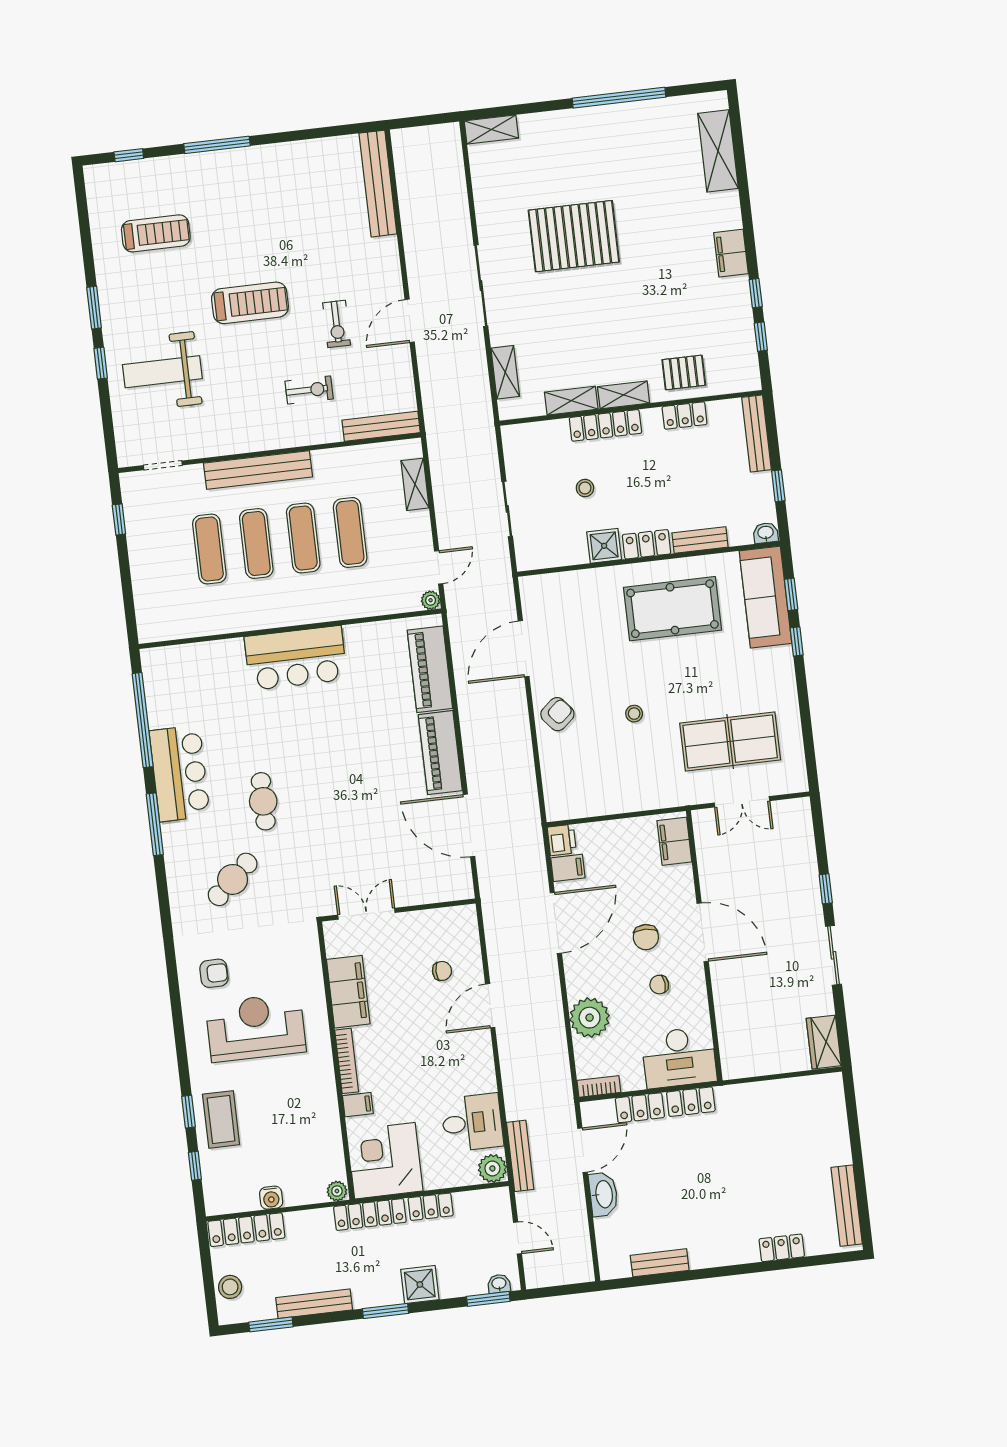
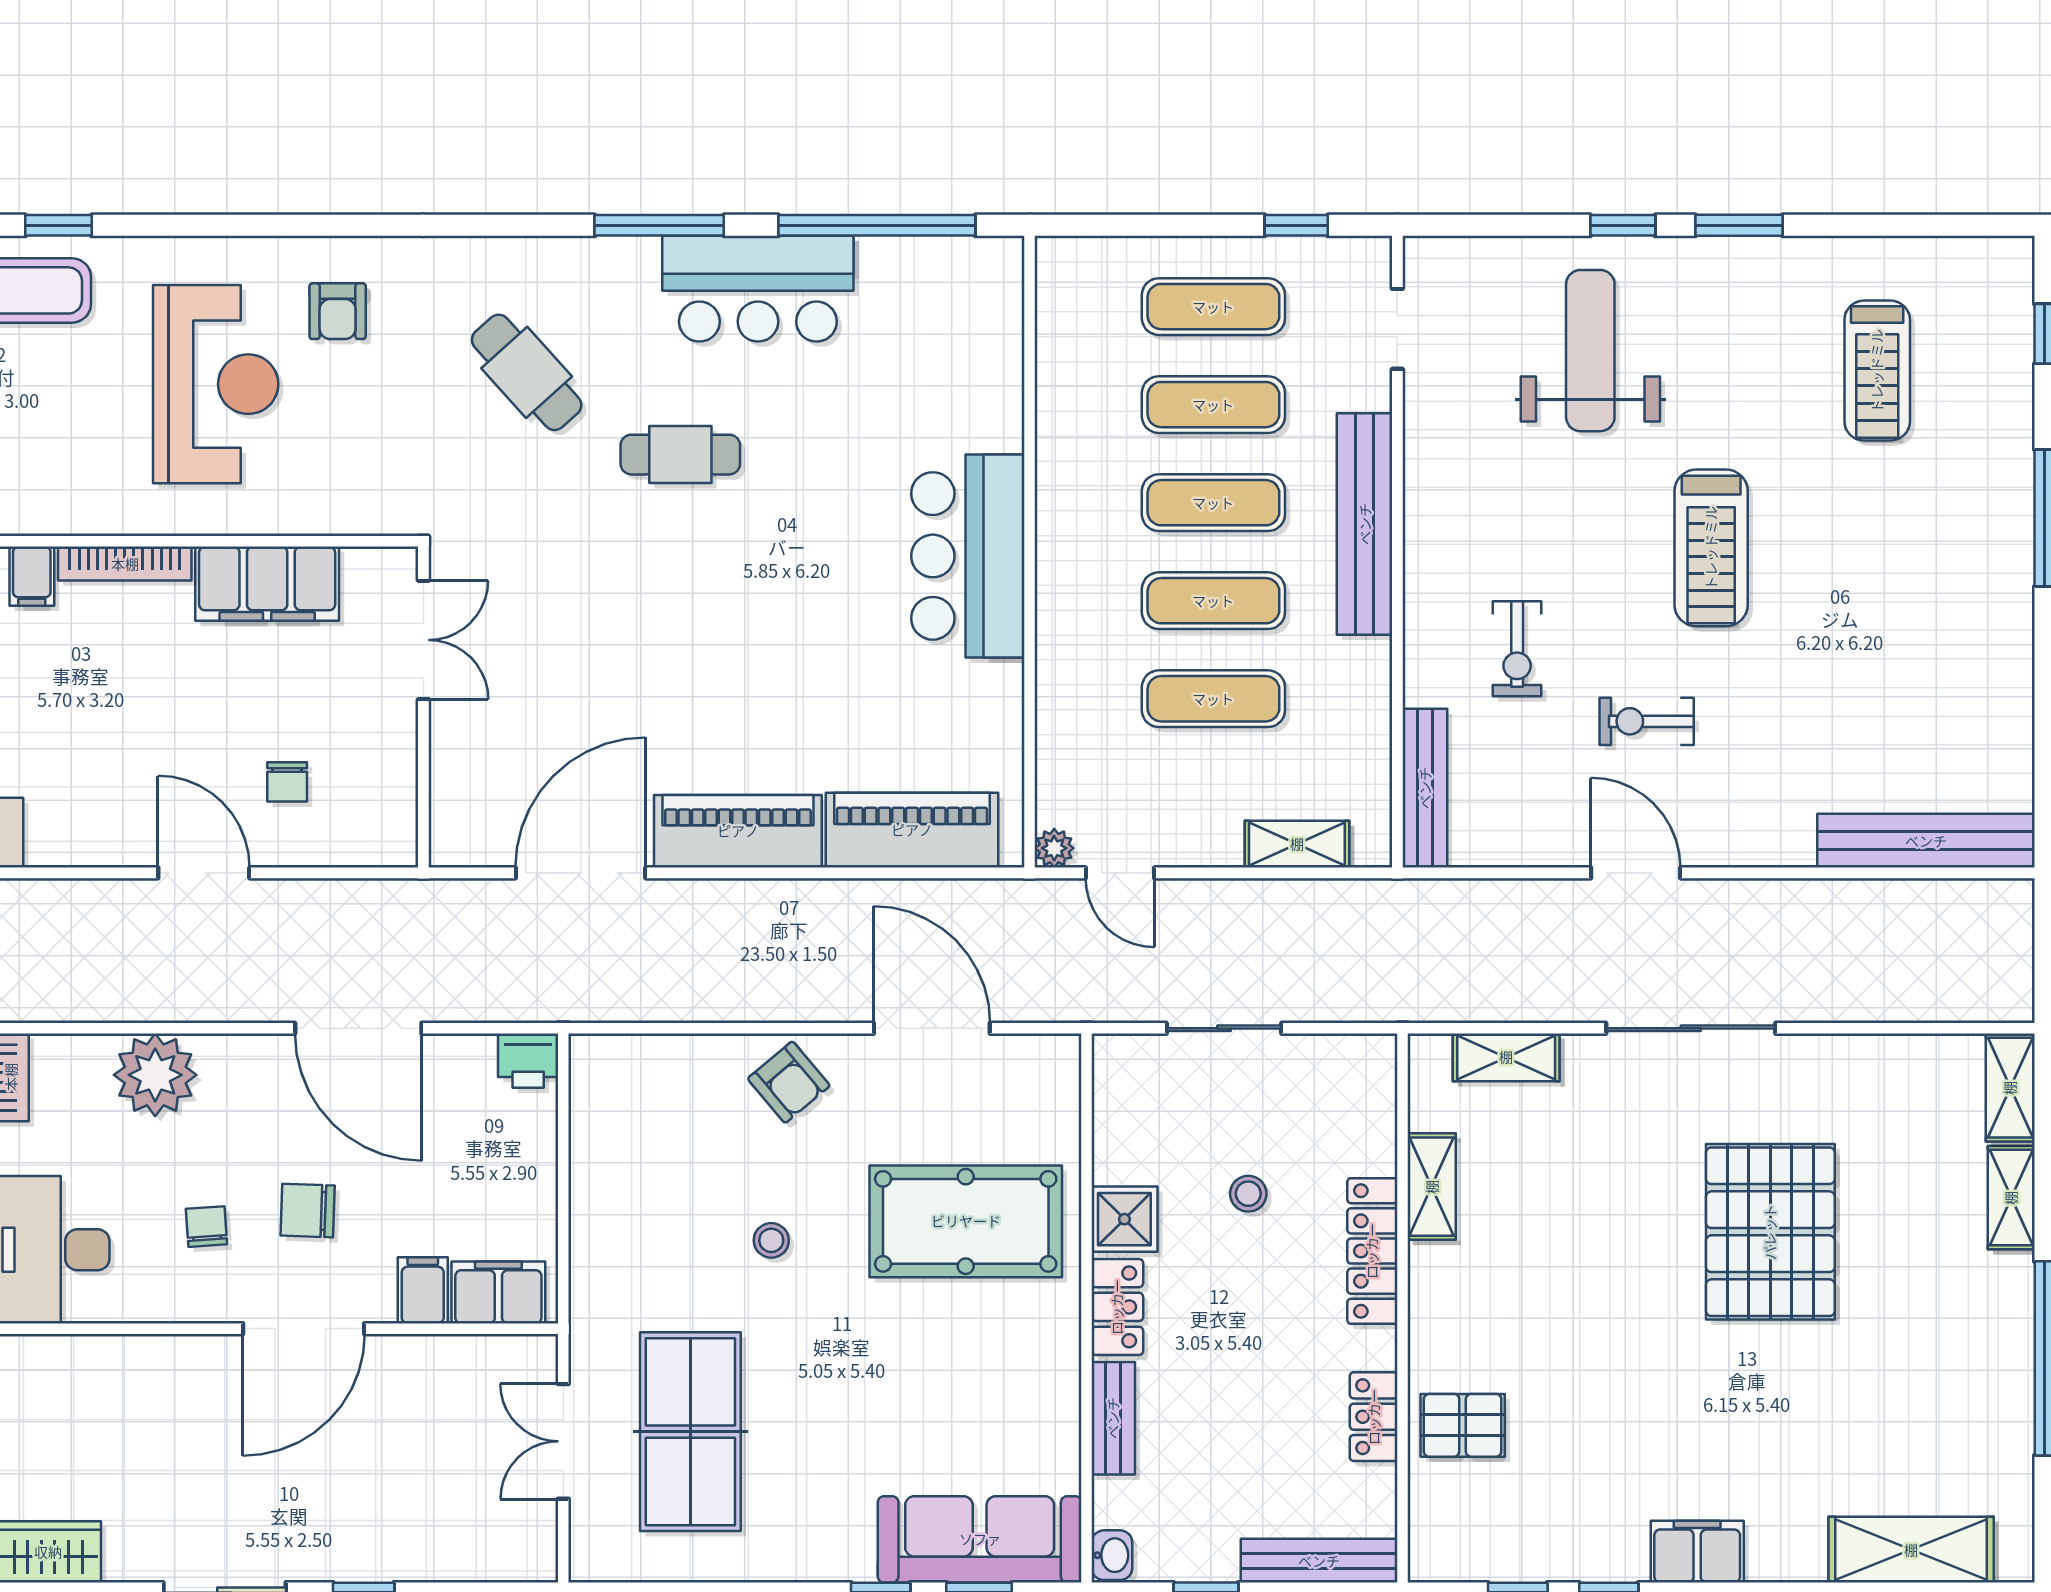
pallet: (684, 372) -> (1463, 1425), turned 90
shelving: (624, 395) -> (2011, 1198), moved
exercise mat: (163, 555) -> (1213, 307), added
pool table: (672, 609) -> (966, 1221), moved, turned 90
filing cabinet: (568, 868) -> (423, 1290), moved, turned 180

